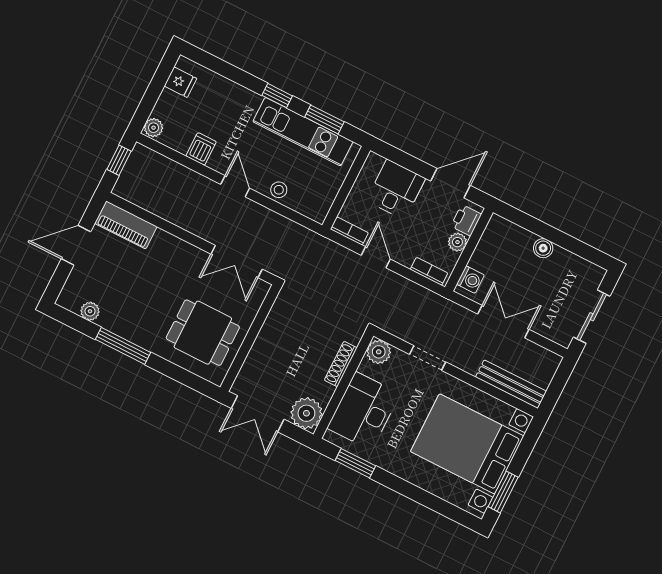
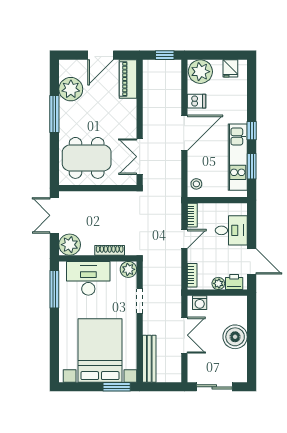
plant: (153, 128) -> (200, 72), width x1.88, depth x1.88
door: (235, 186) -> (184, 133), width x1.87
stool: (279, 190) -> (196, 184), moved
door: (76, 245) -> (101, 55), swing flipped
boiler: (543, 248) -> (235, 337), width x1.86, depth x1.86
plant: (90, 311) -> (71, 89), width x1.87, depth x1.87
dining table: (203, 333) -> (87, 158), width x1.38
window: (355, 463) -> (54, 289), width x1.44
window: (503, 492) -> (117, 387), moved

